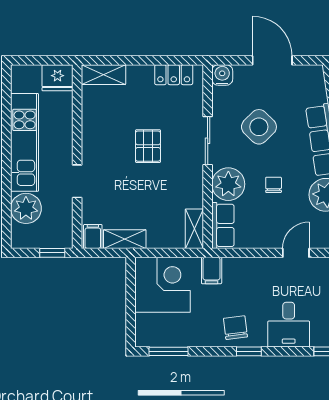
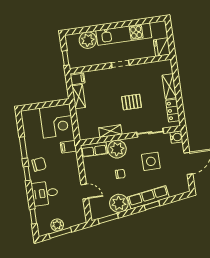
shelving: (103, 75) -> (169, 86), moved
side table: (259, 127) -> (151, 161), turned 45
sliding door: (208, 141) -> (150, 133), moved
doorway: (77, 181) -> (120, 64), moved
shelving: (194, 229) -> (110, 131), moved
window: (168, 351) -> (23, 148), moved

